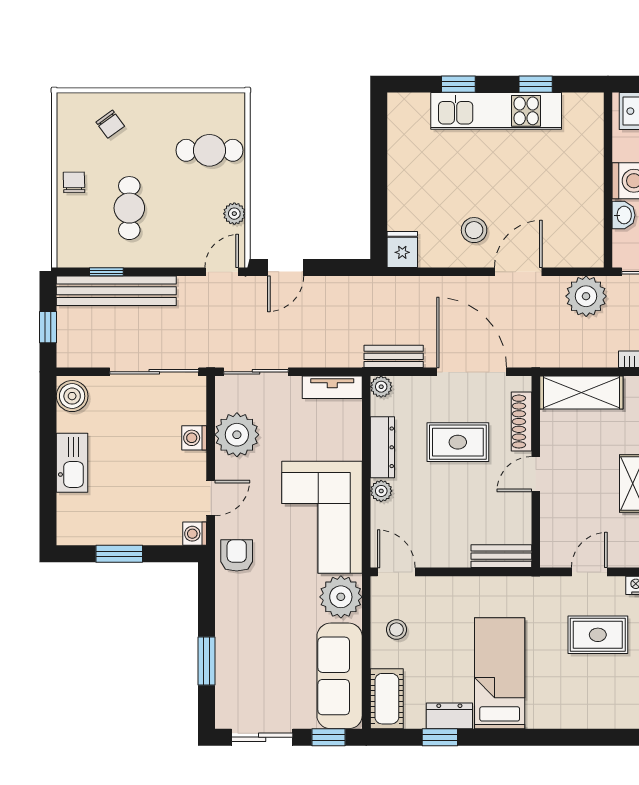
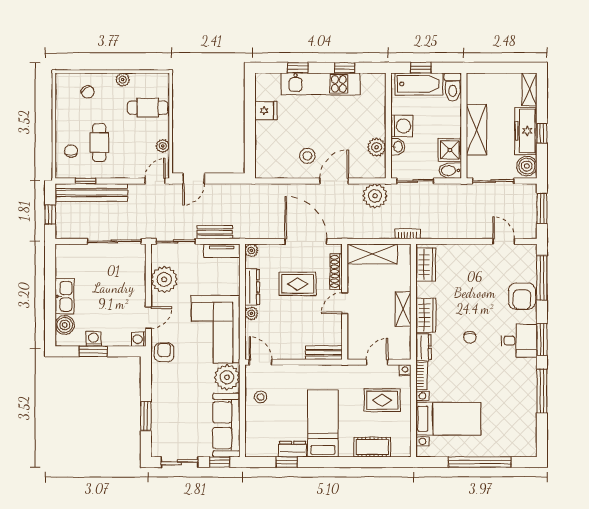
plant: (168, 104) -> (123, 80), added
chair: (74, 182) -> (71, 151), moved
plant: (589, 216) -> (377, 147), added
fridge: (402, 249) -> (266, 111), moved, turned 90
bench: (394, 356) -> (215, 232), moved
boiler: (72, 396) -> (65, 325), moved
washing machine: (194, 438) -> (94, 339), moved, turned 90
cot: (387, 699) -> (372, 447), moved, turned 90

